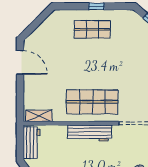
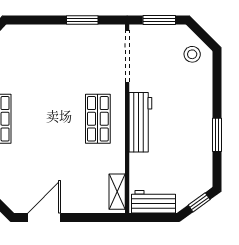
shop shelf: (92, 102) -> (98, 119), width x0.70, depth x0.74

